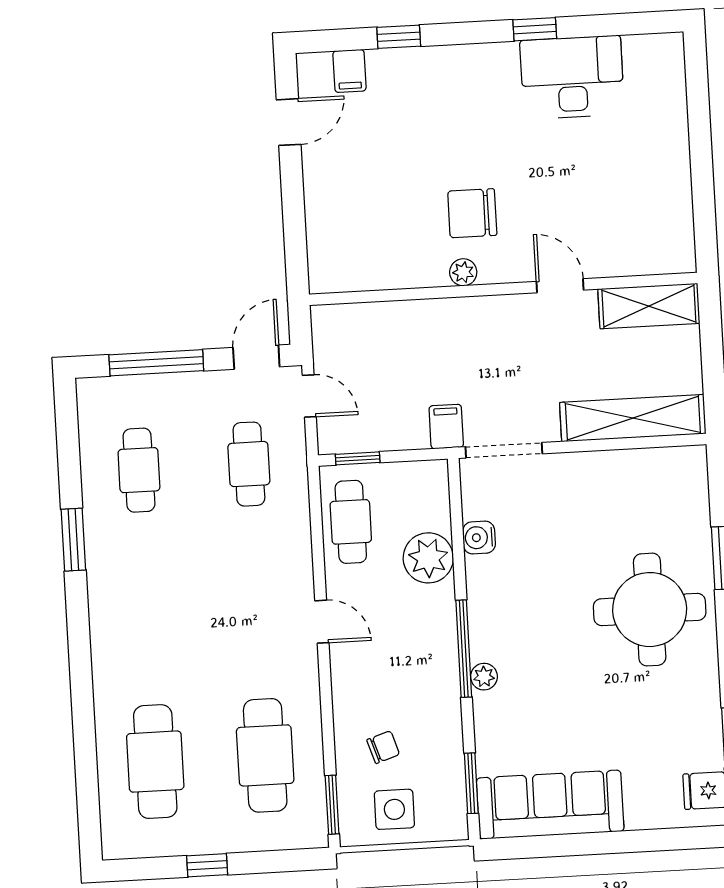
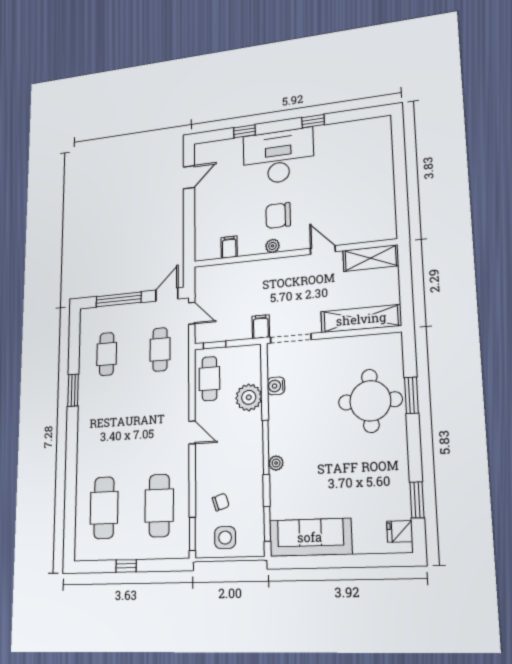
filing cabinet: (349, 71) -> (229, 247), moved, turned 180
desk: (572, 77) -> (278, 157), moved, width x1.36, depth x1.30
round table: (650, 610) -> (370, 401), moved

